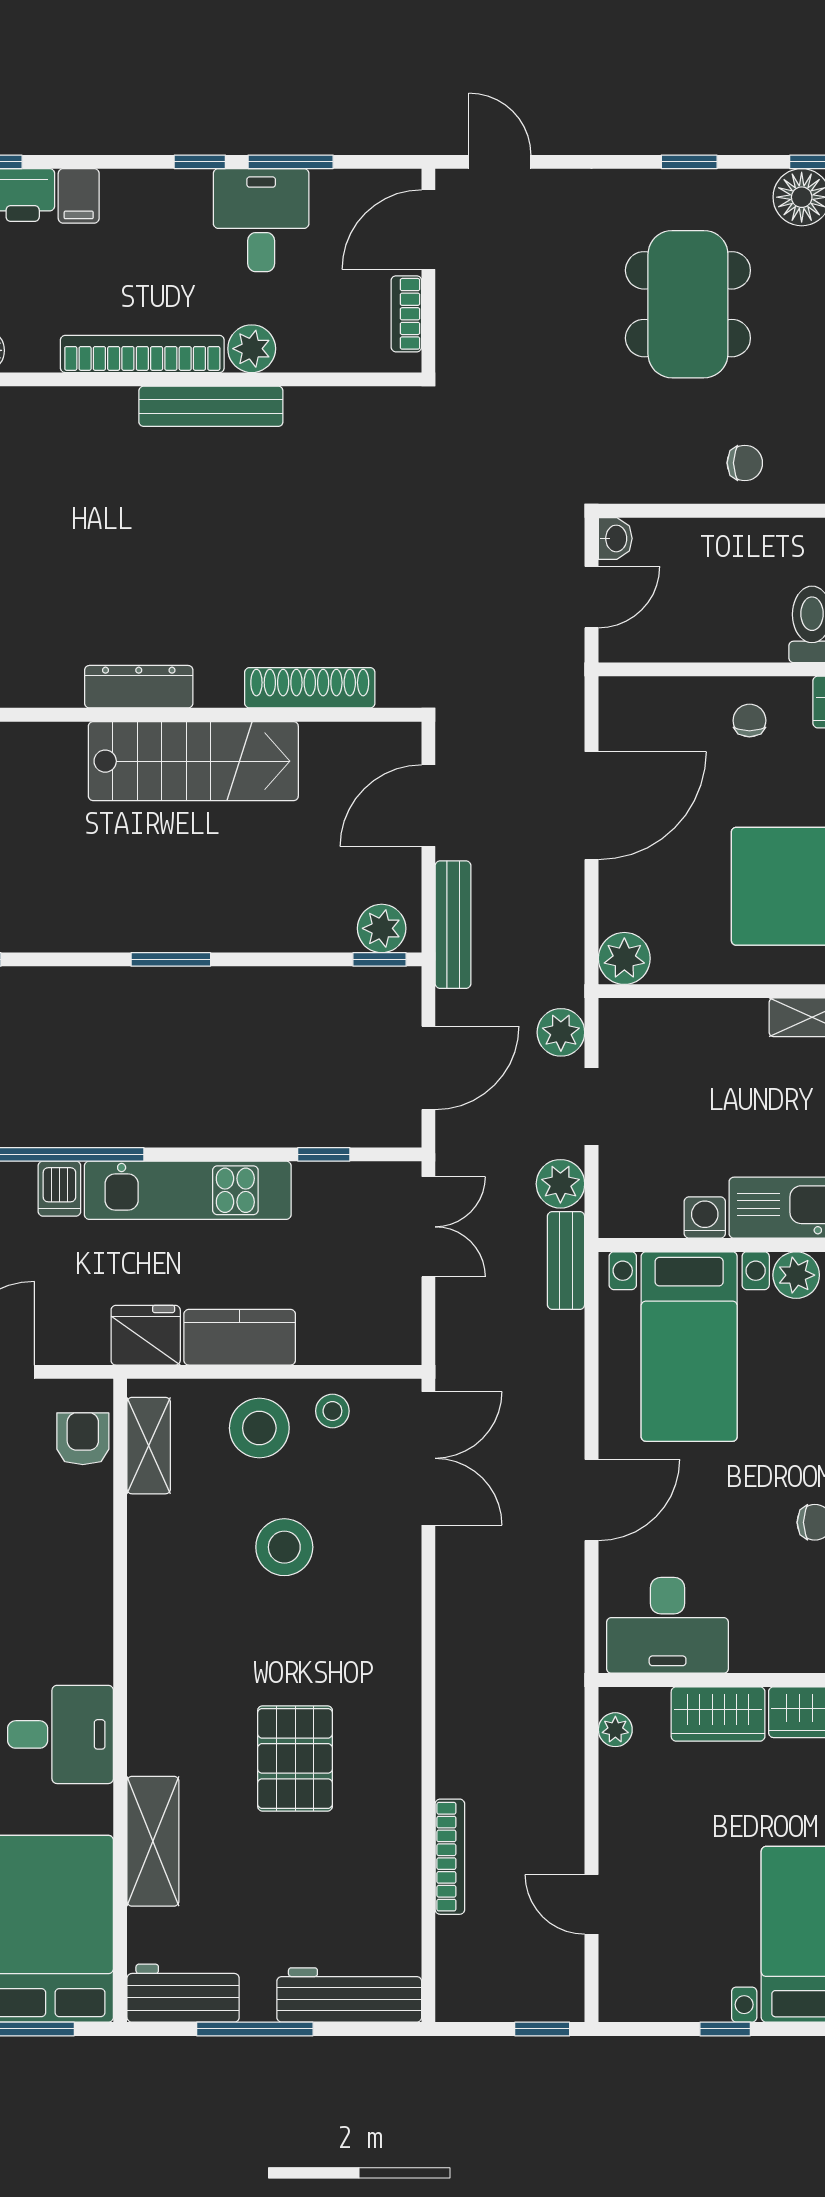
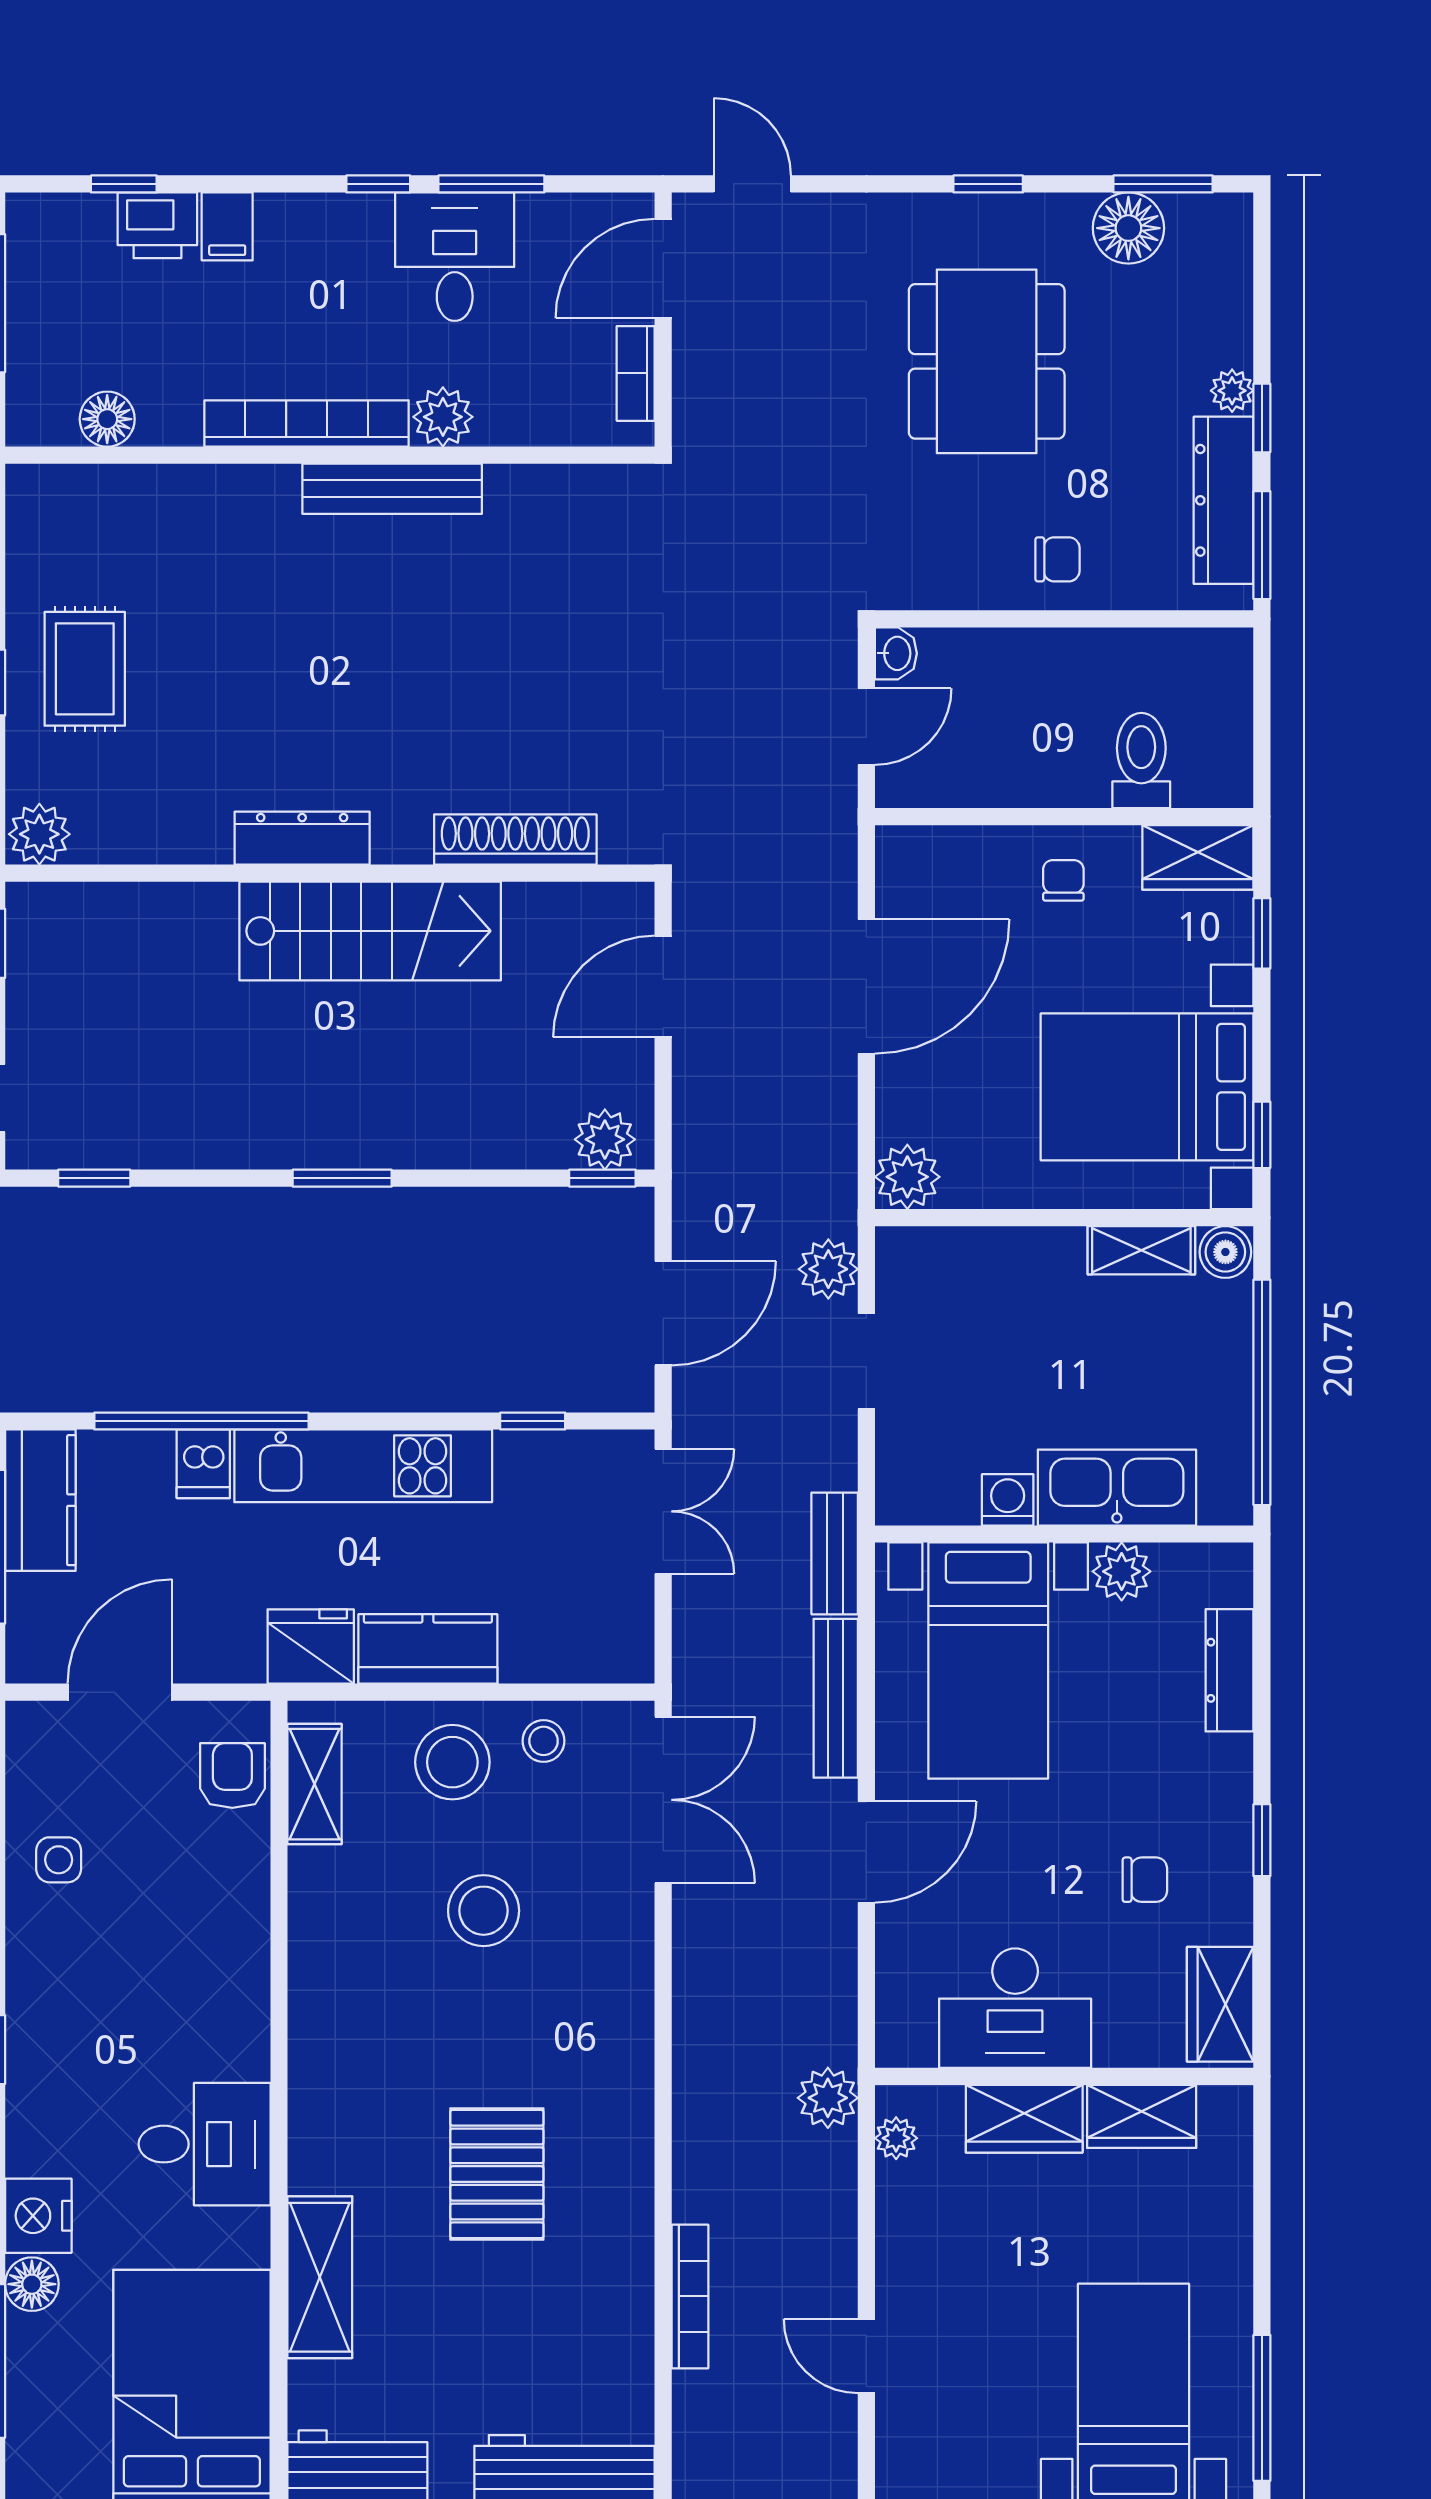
bench: (453, 925) -> (836, 1698), moved
plant: (560, 1184) -> (828, 2098), moved
desk: (668, 1625) -> (1015, 2008), moved

